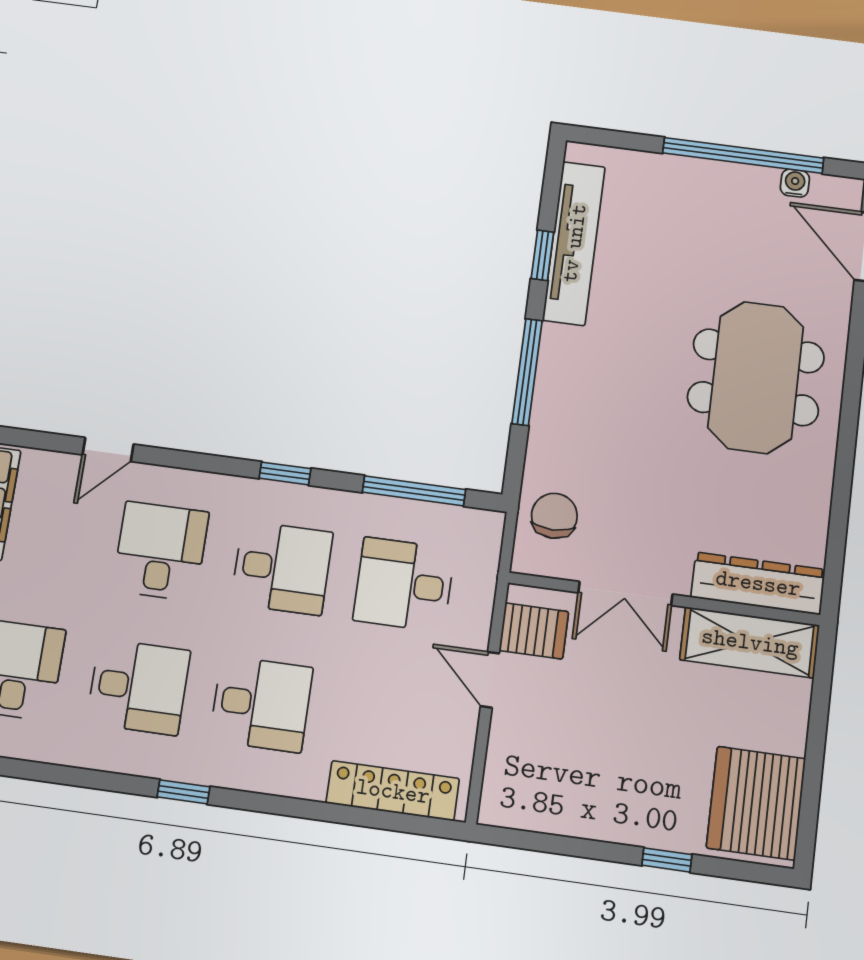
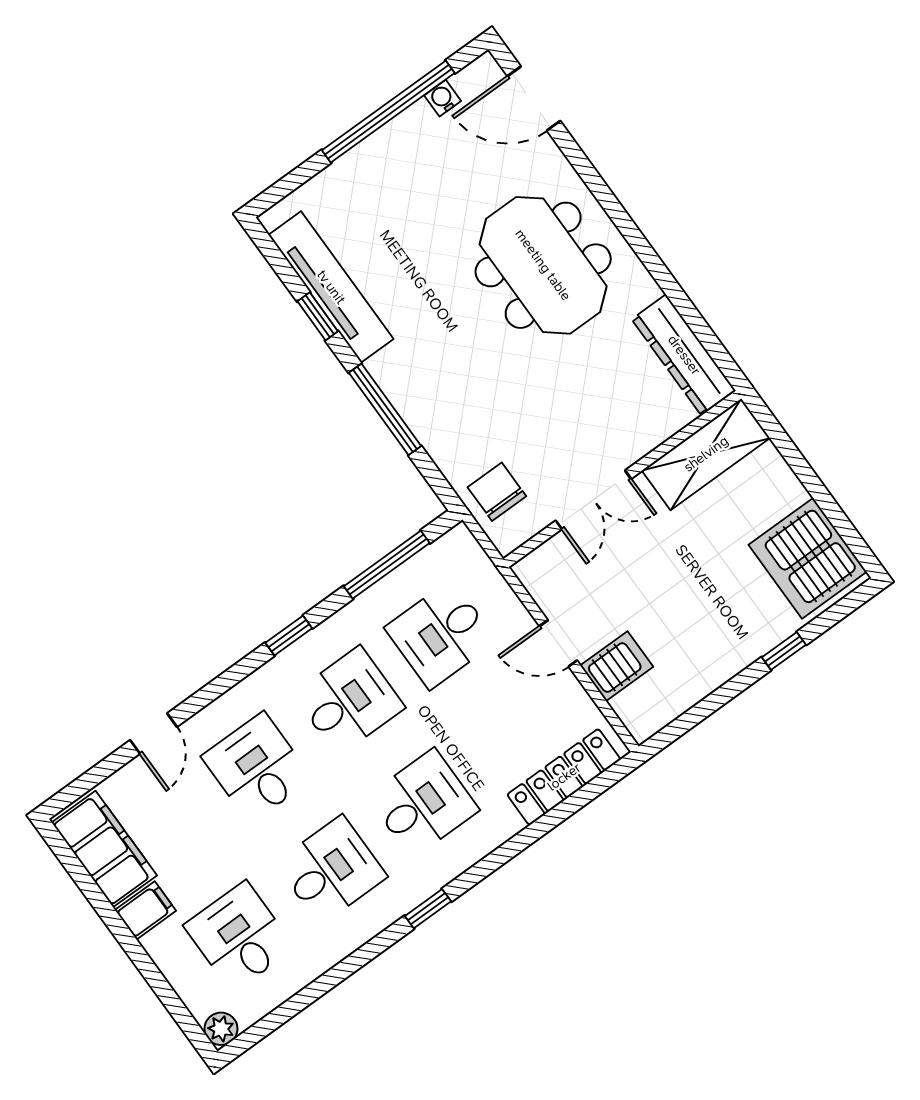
dresser: (758, 583) -> (684, 355), moved, turned -90
server rack: (534, 631) -> (617, 666), moved

